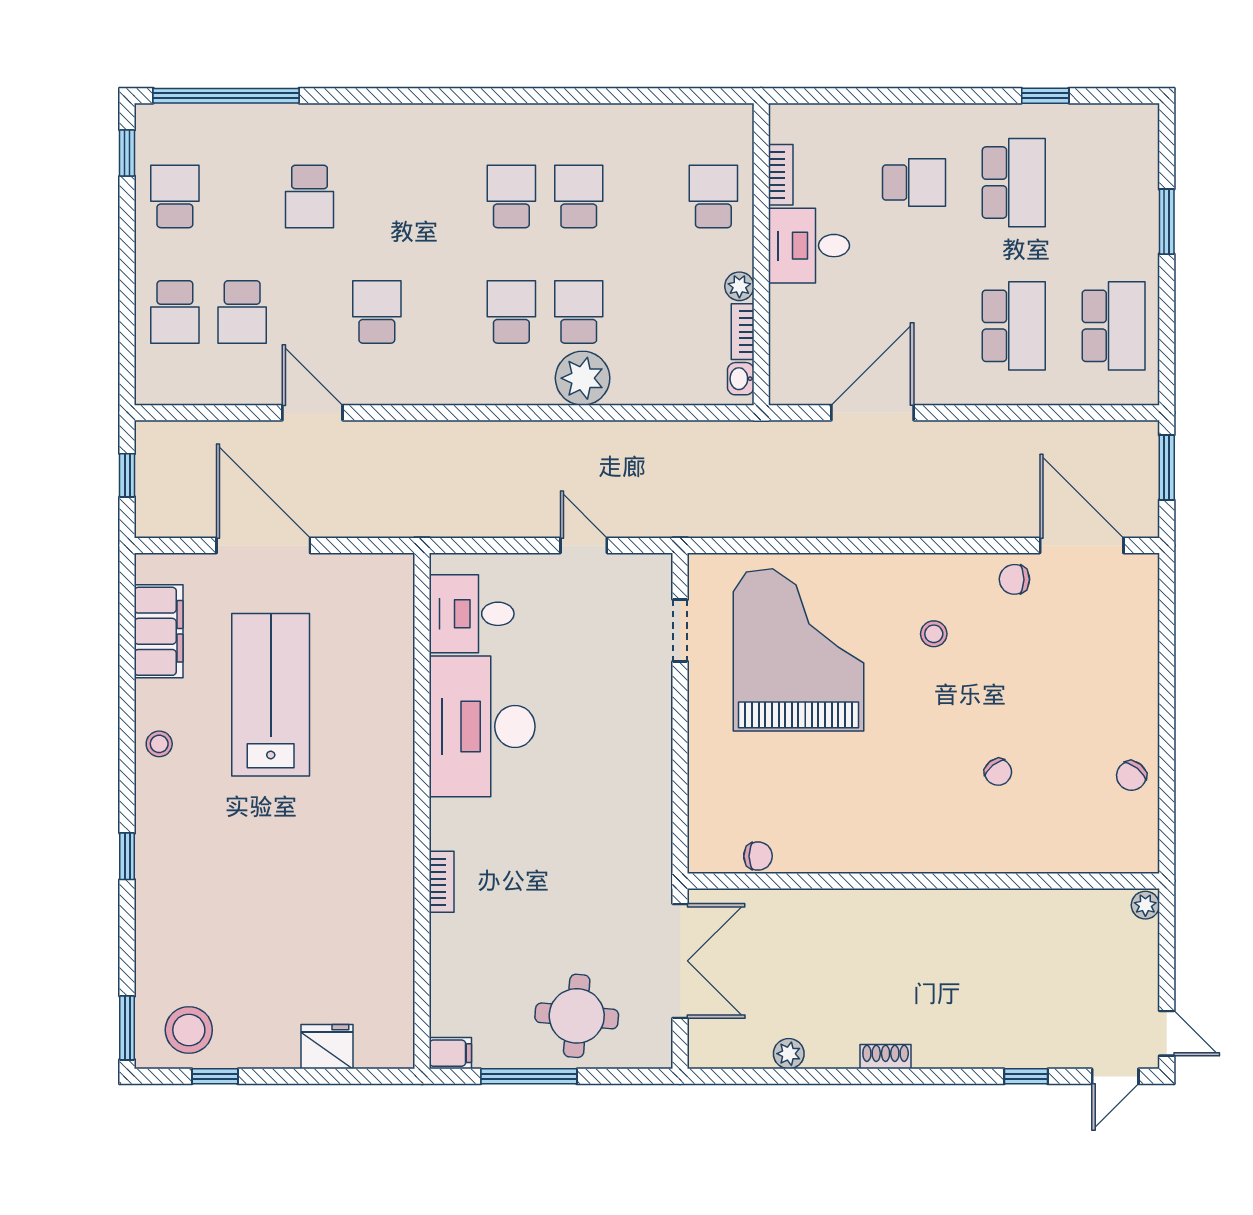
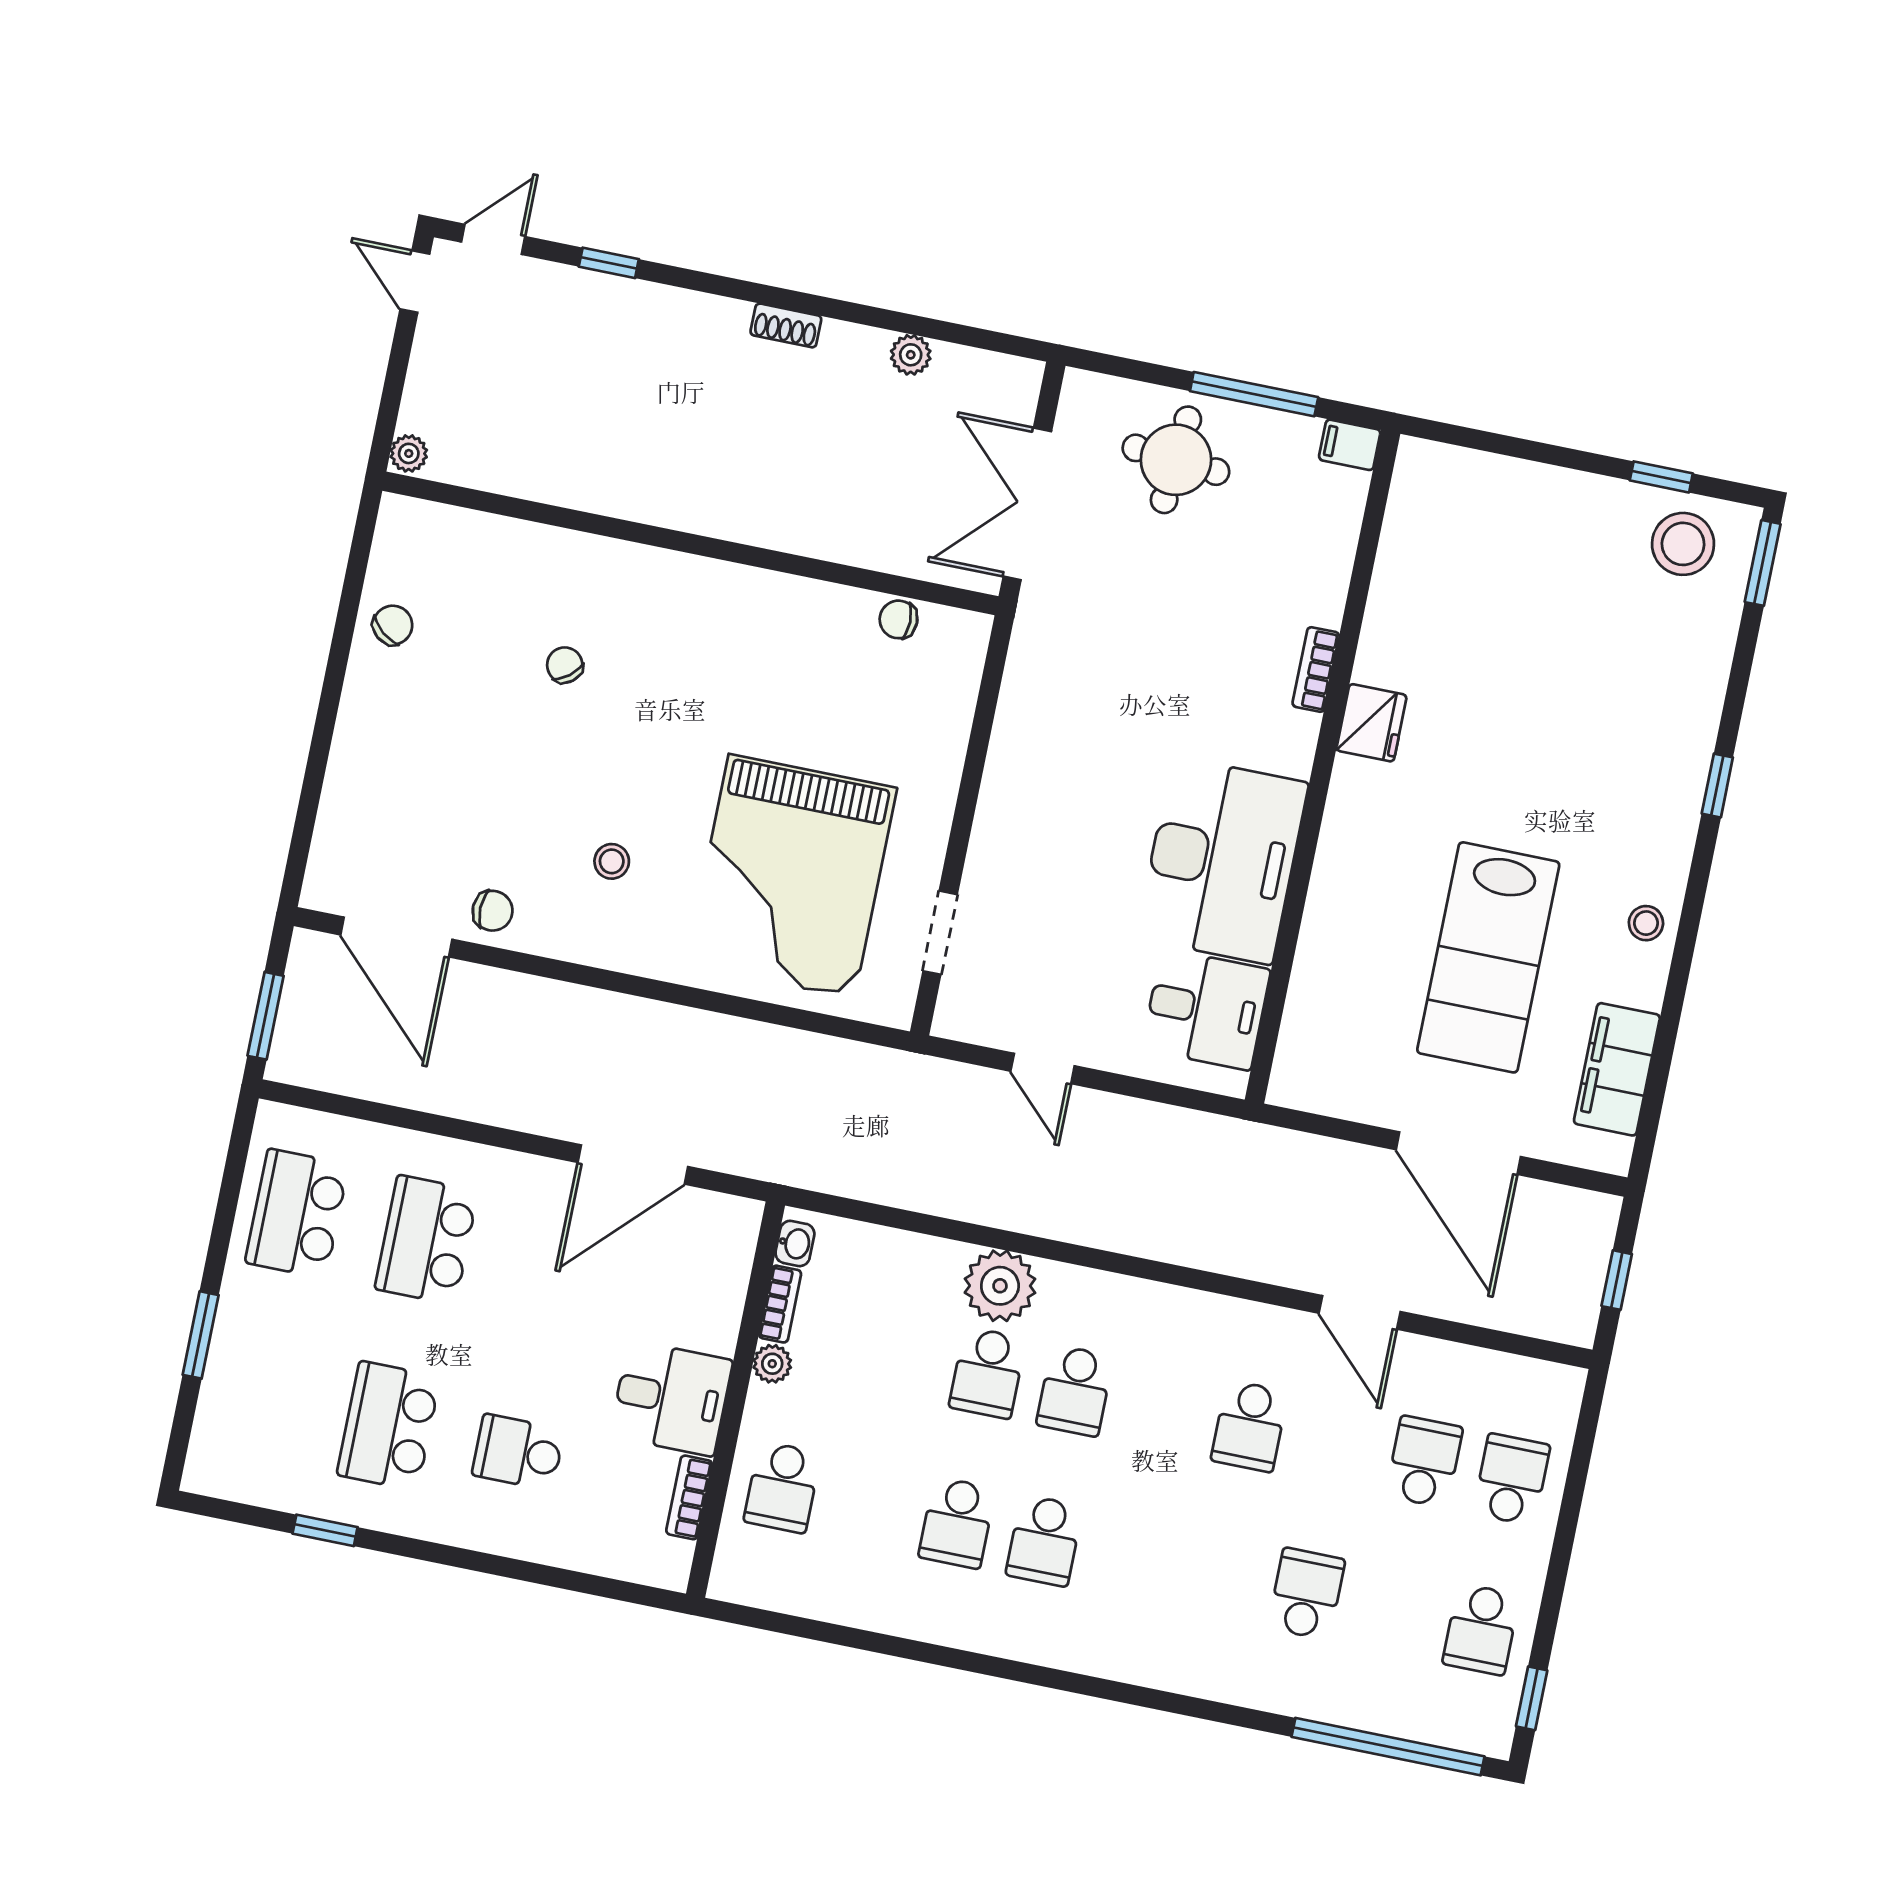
fridge: (327, 1047) -> (1372, 723), moved, turned -90

